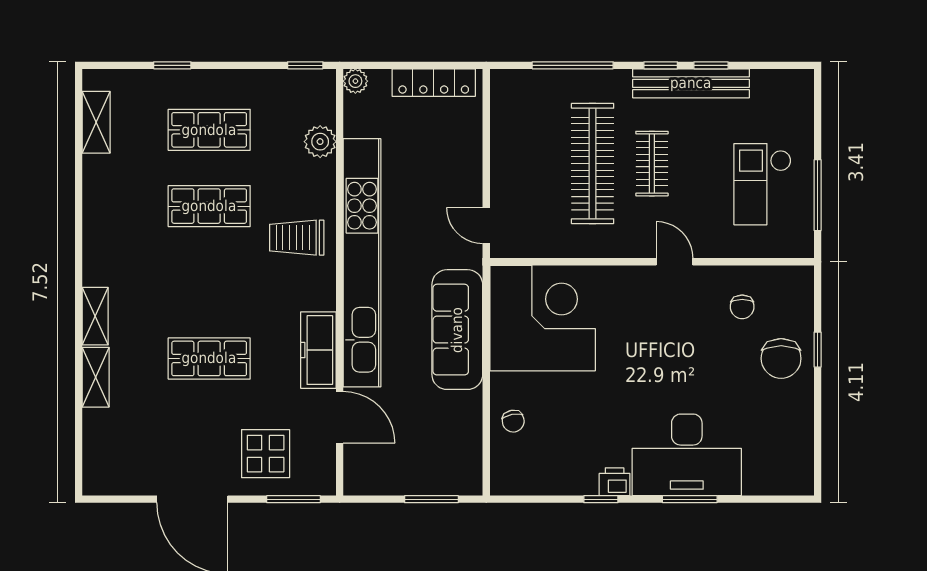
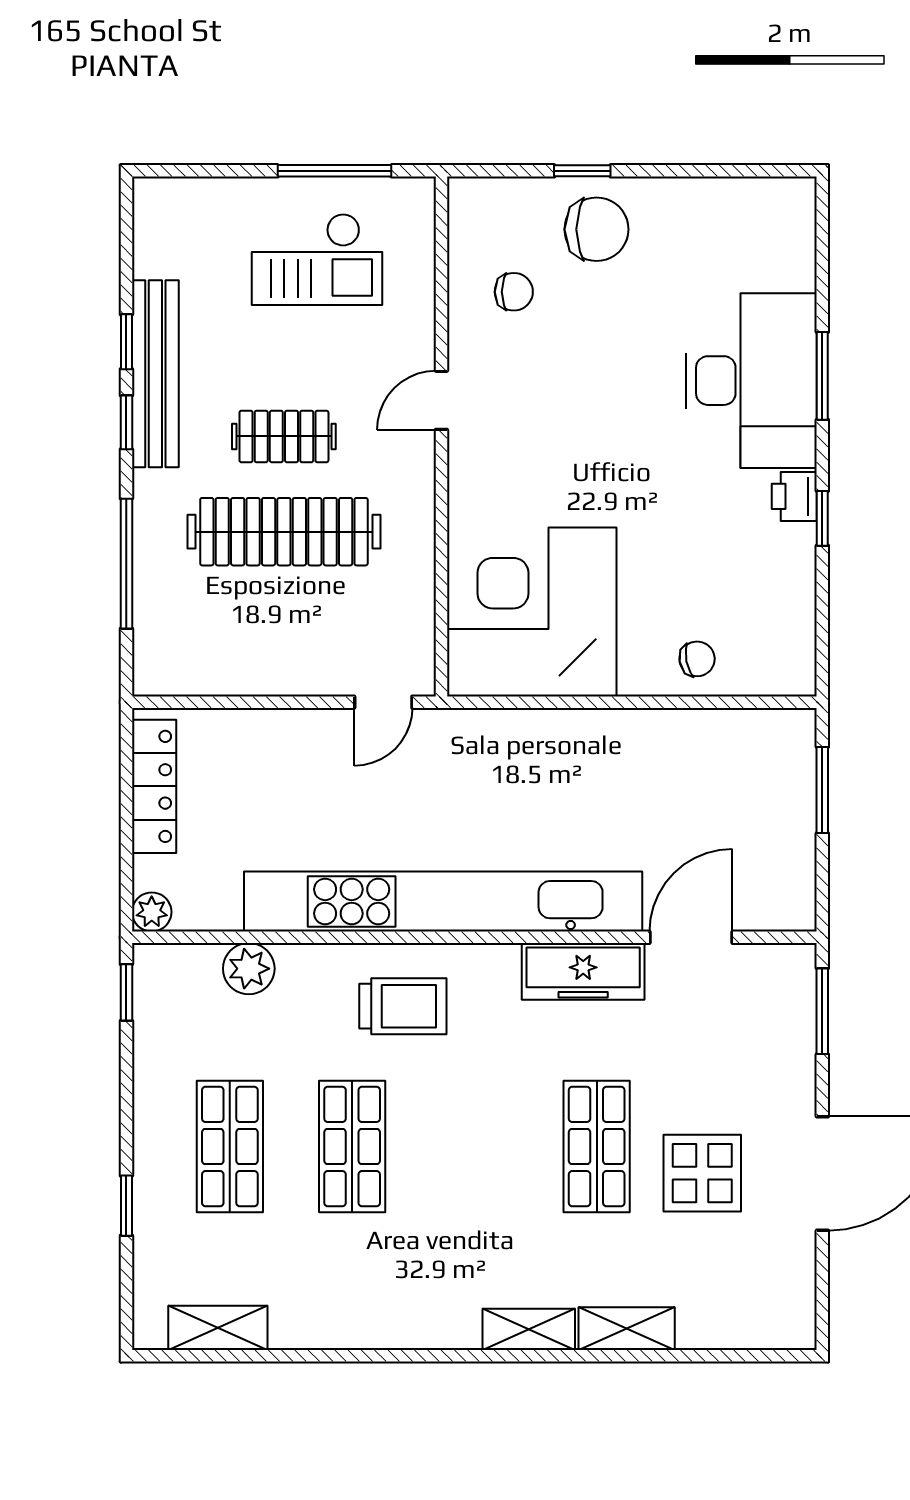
trolley: (297, 238) -> (403, 1006), turned -90
sofa: (457, 330) -> (550, 749), removed
display table: (266, 454) -> (702, 1173), moved

